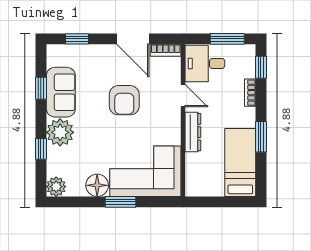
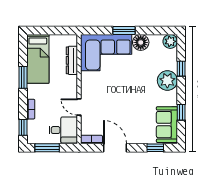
sofa: (61, 92) -> (167, 125), moved
armchair: (124, 100) -> (121, 104), removed
dresser: (193, 132) -> (72, 60), moved

